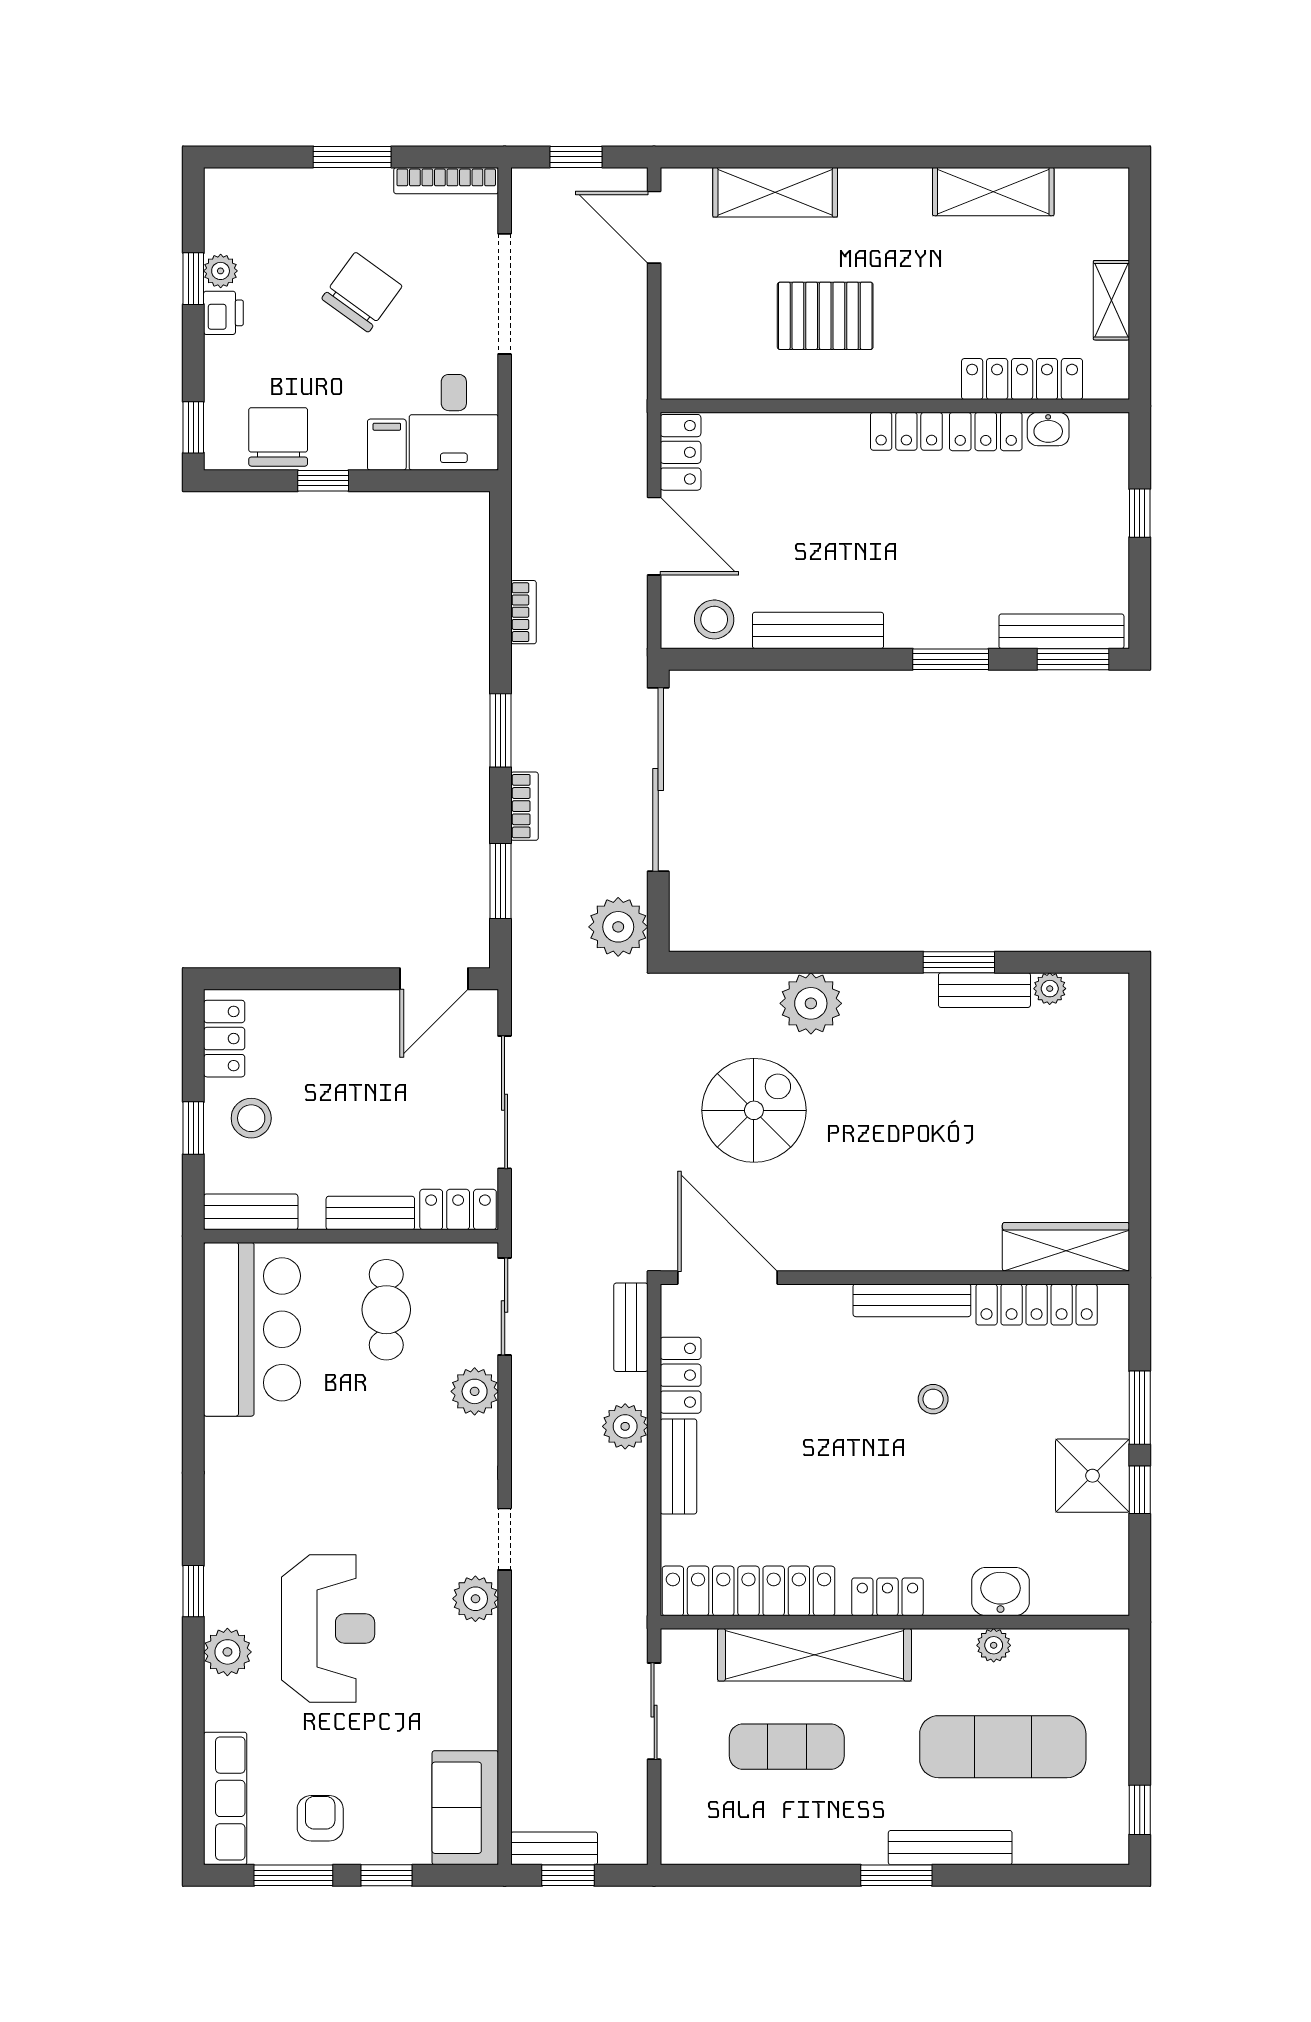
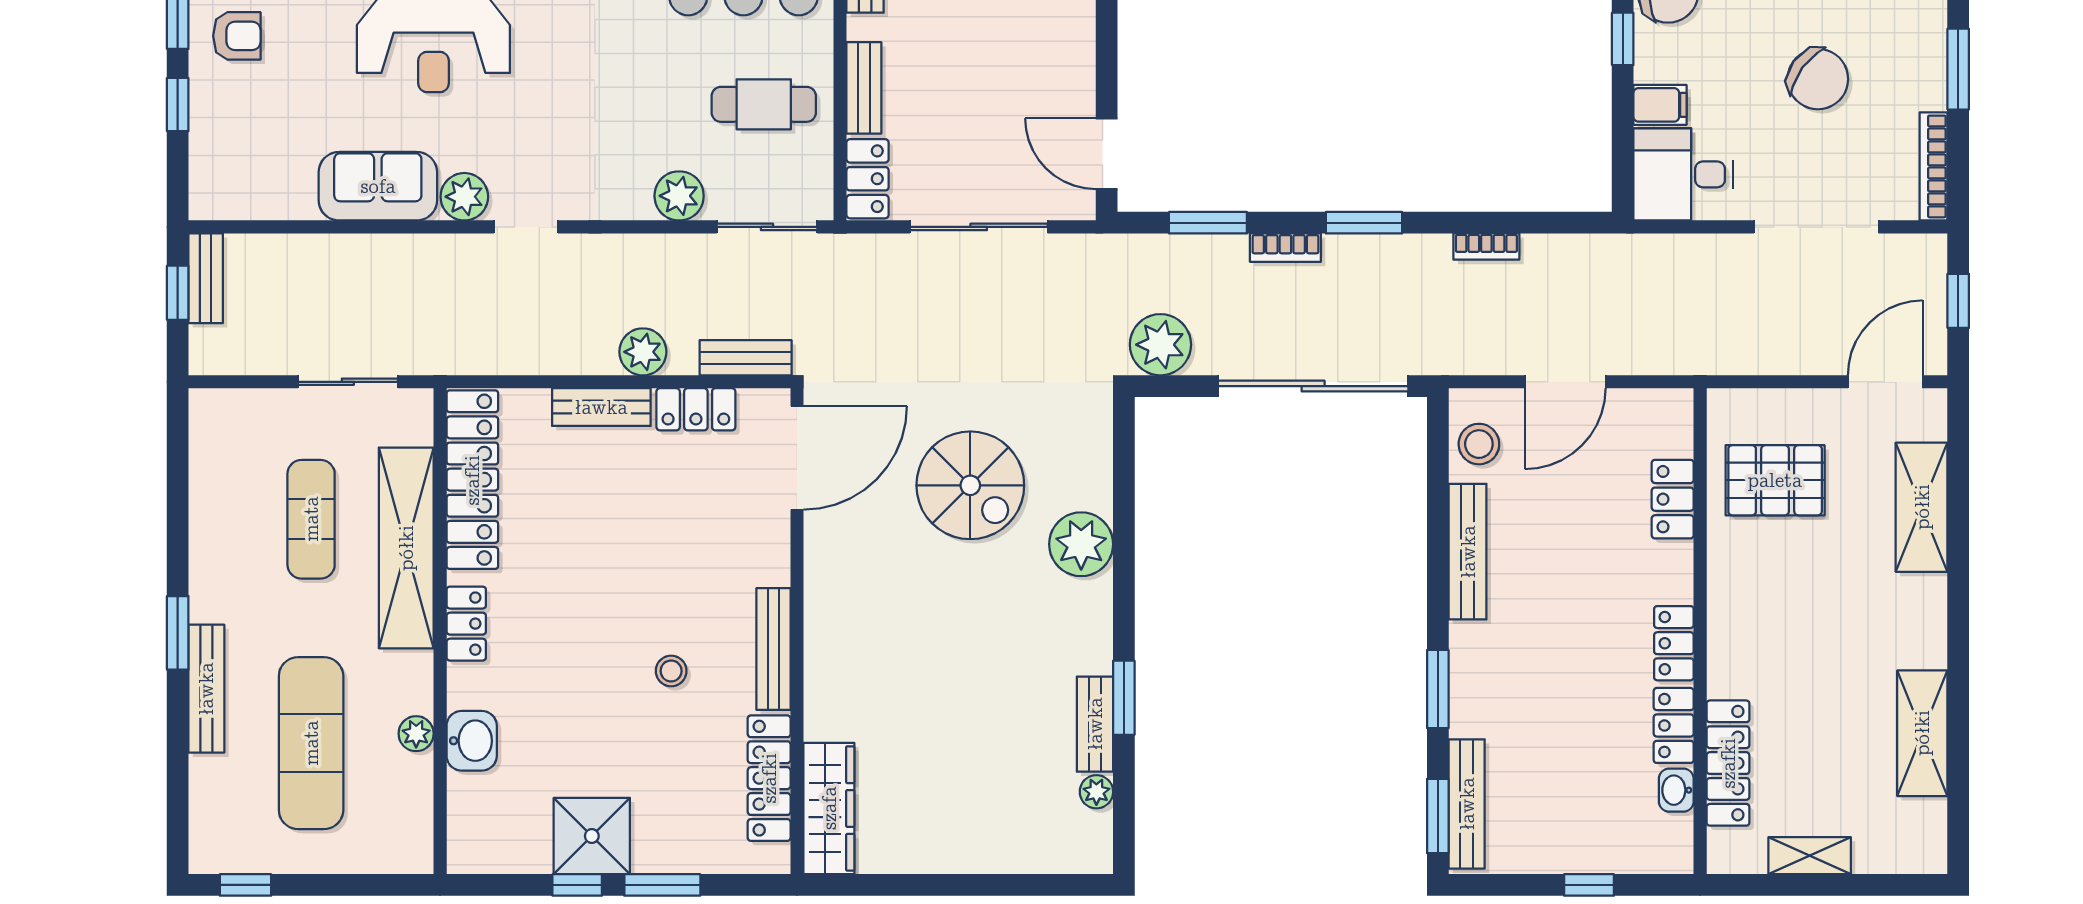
pallet: (825, 316) -> (1775, 480), moved, turned 90
locker: (681, 452) -> (1673, 499), moved, turned 90
sofa: (465, 1808) -> (378, 186), moved

